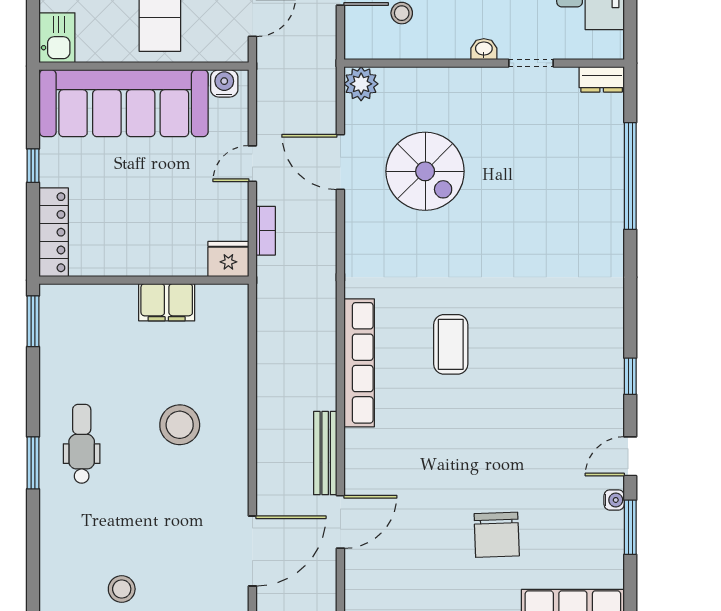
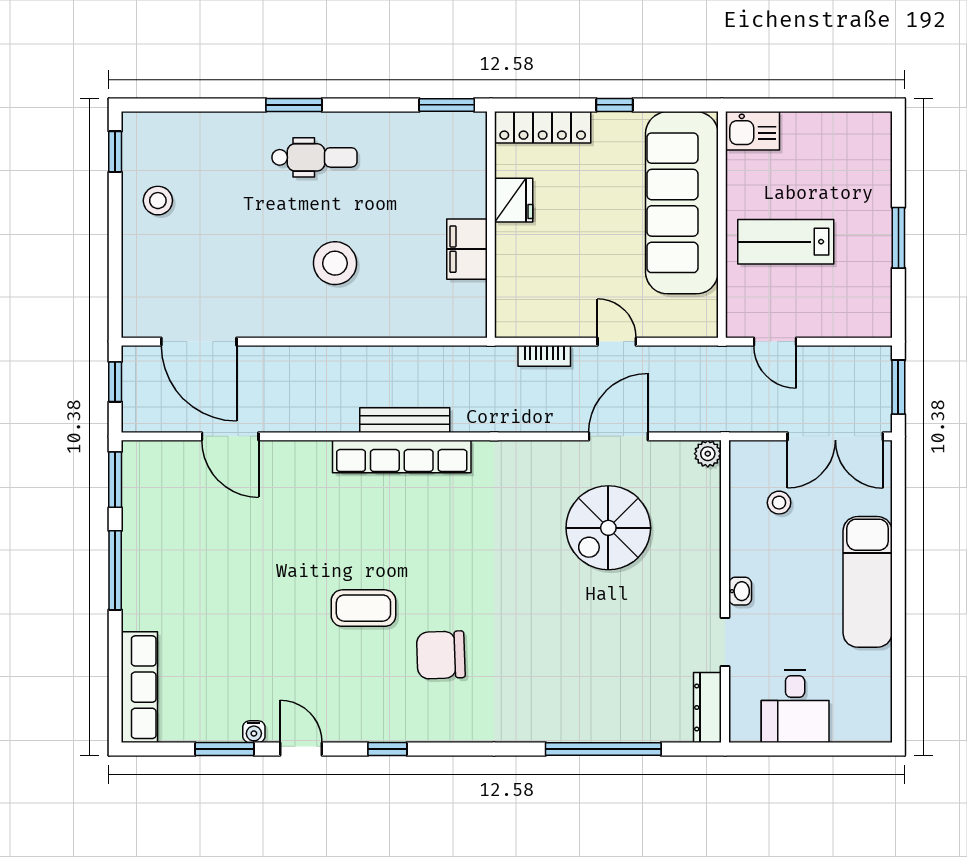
dresser: (602, 79) -> (707, 708), width x1.44
water cooler: (224, 83) -> (703, 311), removed
plant: (361, 84) -> (708, 454), width x0.73, depth x0.73
fridge: (228, 259) -> (514, 200), moved
coffee table: (451, 344) -> (363, 608), moved
bench: (325, 453) -> (405, 420), moved
chair: (497, 535) -> (441, 655), moved

